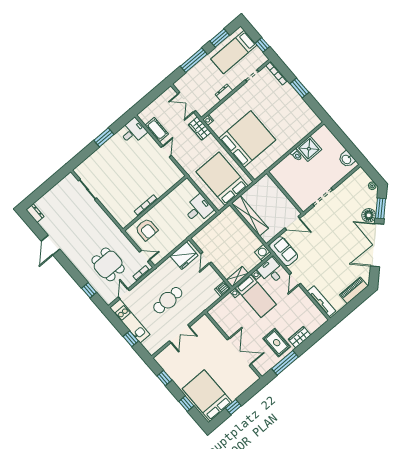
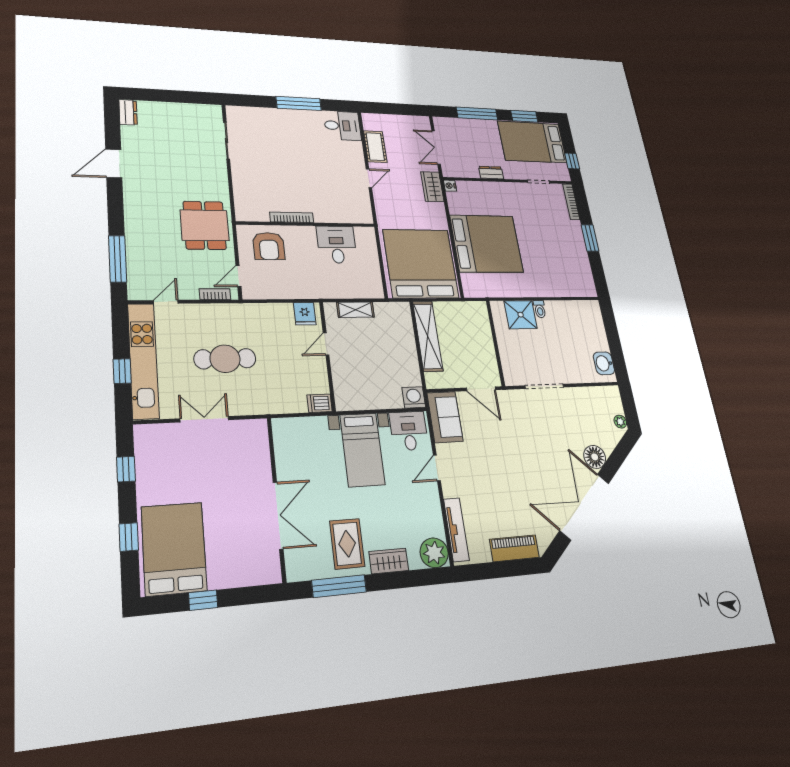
bed: (234, 52) -> (532, 142), width x1.50
window: (104, 137) -> (299, 103), width x1.44
shower: (309, 149) -> (521, 315), moved
bed: (222, 179) -> (421, 264), width x1.36
window: (381, 208) -> (616, 460), removed
desk: (198, 209) -> (337, 245), moved, turned -90
door: (145, 256) -> (238, 276), swing flipped
fridge: (184, 256) -> (305, 314), width x0.53, depth x0.75
dining table: (108, 264) -> (205, 225), moved
shelving: (237, 277) -> (355, 310), moved
window: (89, 290) -> (118, 259), width x2.17
plant: (318, 319) -> (434, 553), added
kitchen unit: (130, 321) -> (143, 360), width x1.36
double door: (179, 334) -> (204, 419), swing flipped

